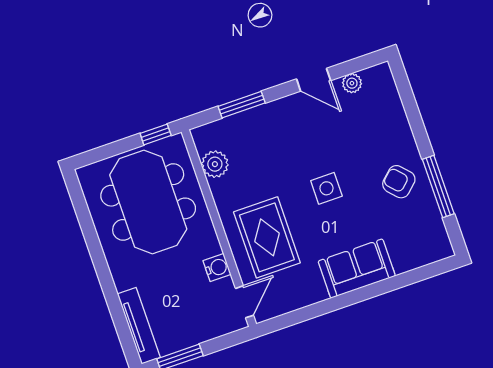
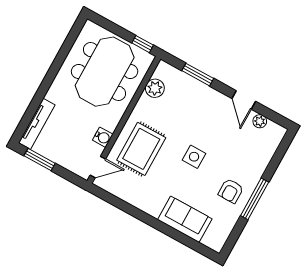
armchair: (399, 182) -> (231, 191), turned -137
window: (438, 187) -> (255, 199), moved
sofa: (357, 269) -> (185, 219), moved

